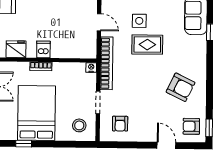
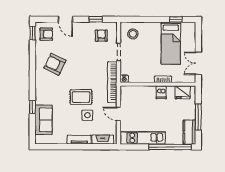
bed: (37, 113) -> (171, 43), width x0.67
window: (127, 145) -> (96, 19), added

